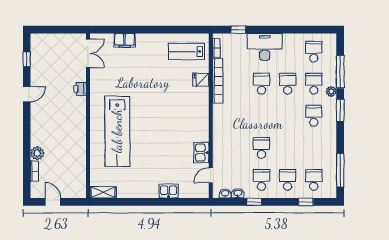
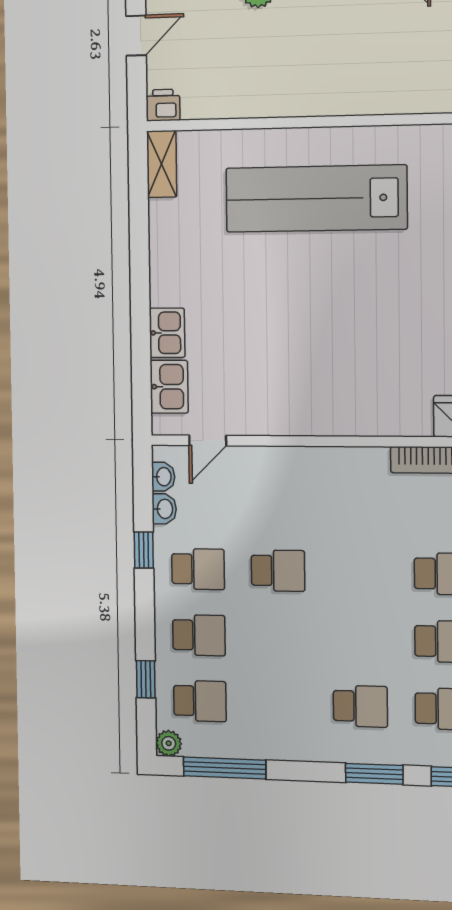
printer: (80, 89) -> (163, 105), moved
plant: (331, 92) -> (169, 743), moved
kitchen sink: (201, 153) -> (169, 387), moved, turned 90
door: (211, 175) -> (208, 440), swing flipped

